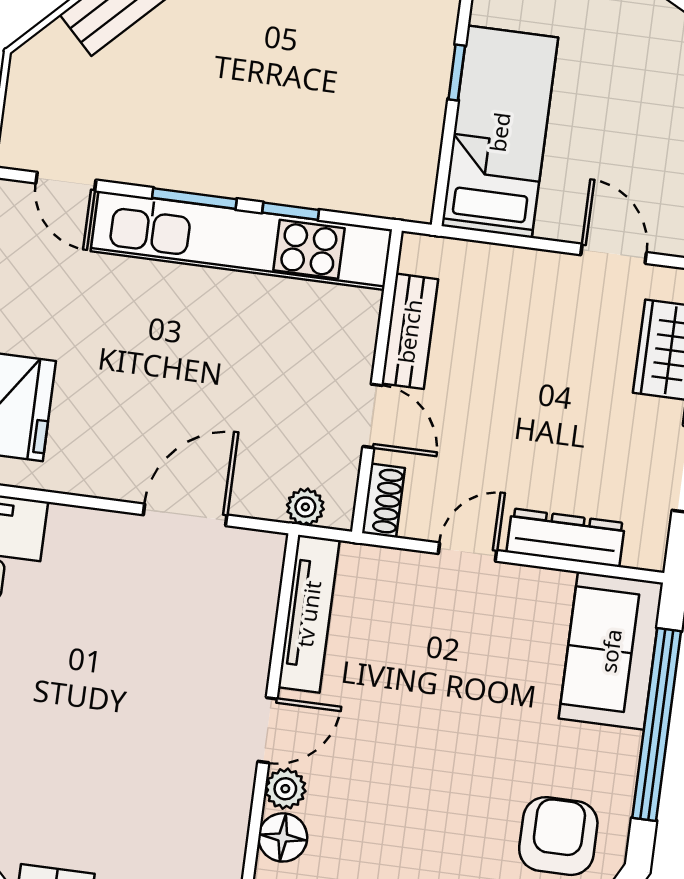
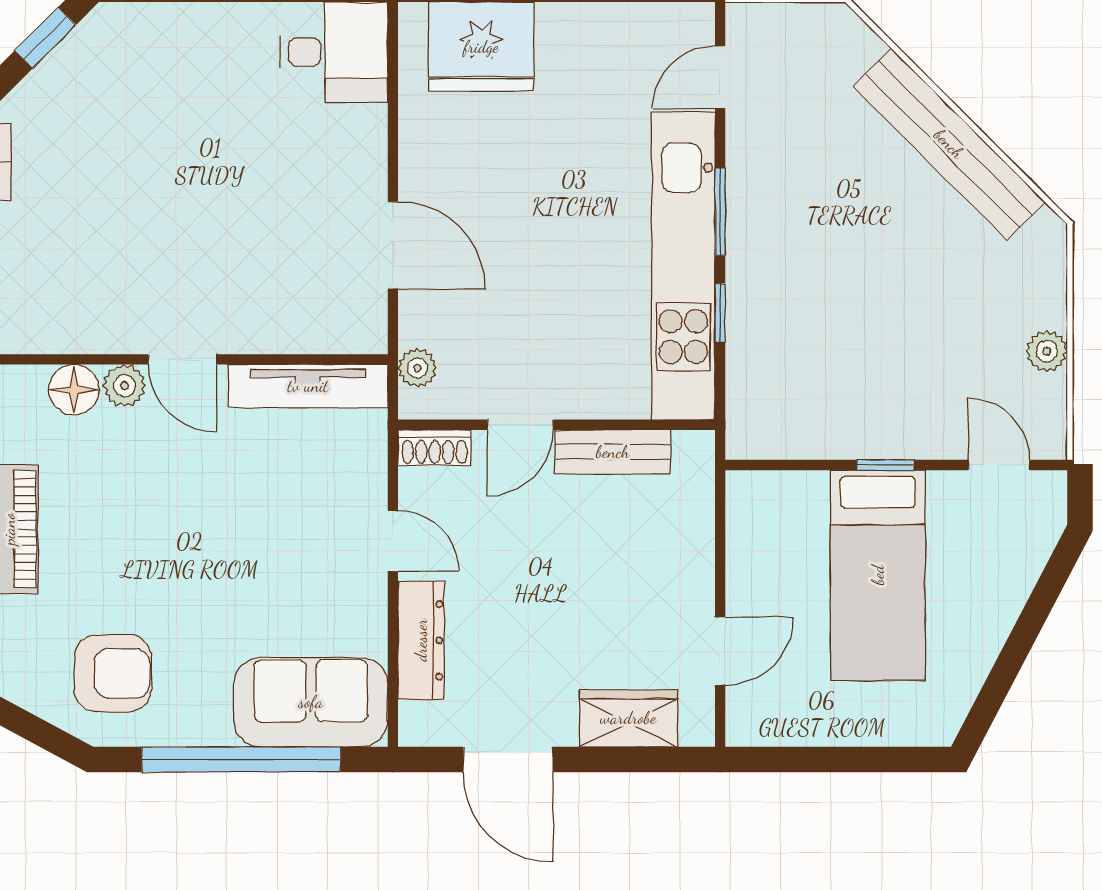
bed: (500, 132) -> (878, 575), moved, turned 90

